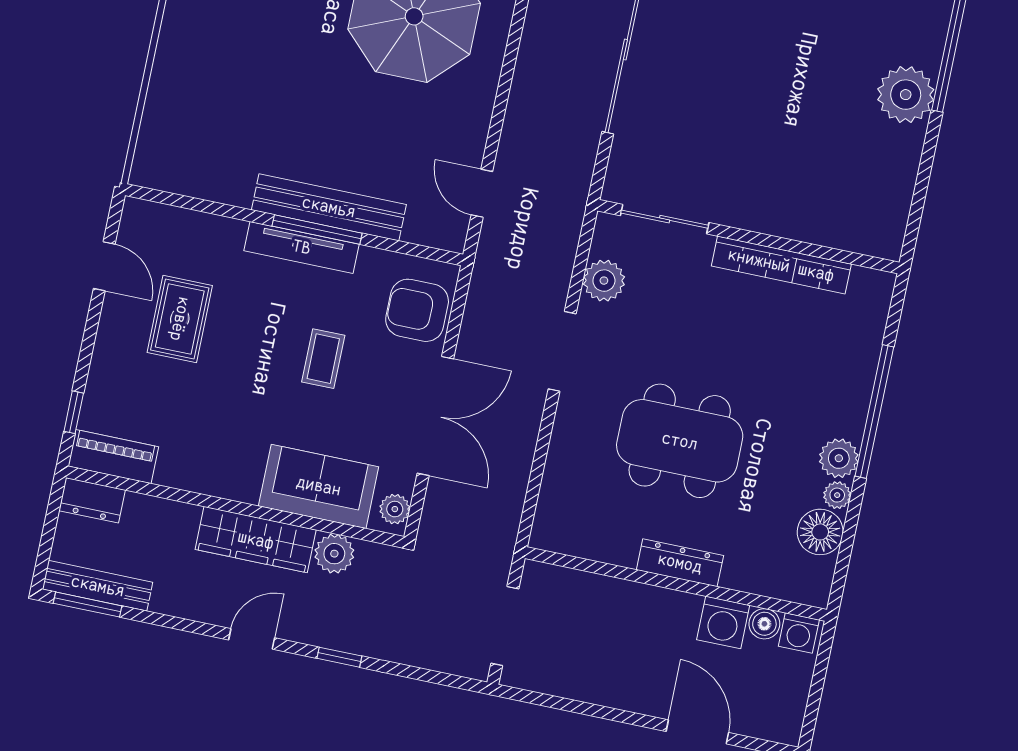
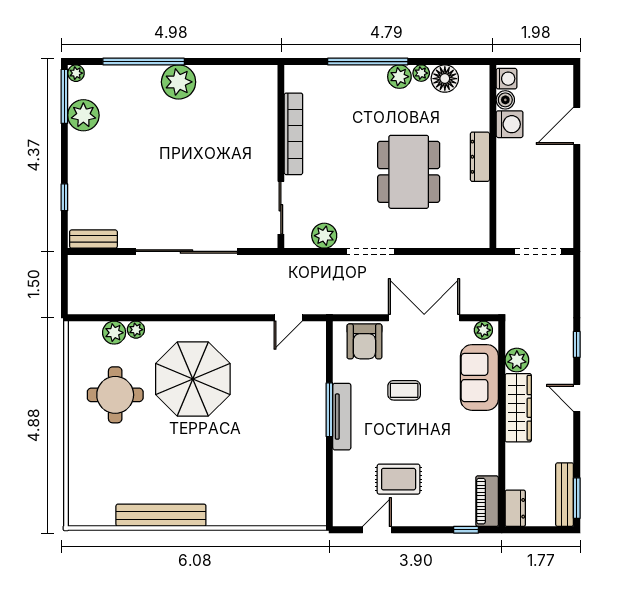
bench: (329, 207) -> (315, 406), removed

